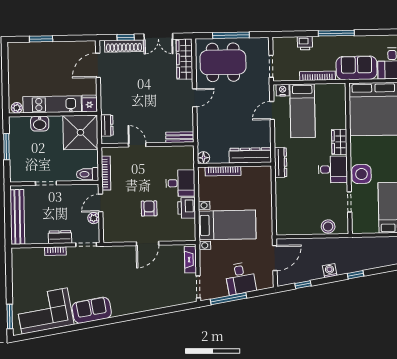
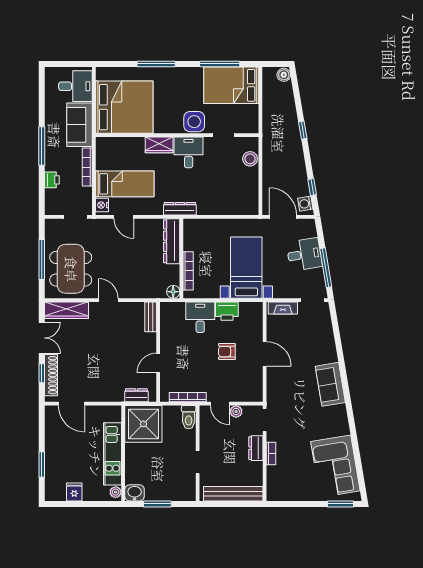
fridge: (89, 103) -> (74, 492), moved, turned 90
washbasin: (40, 124) -> (135, 493), moved, turned -90
washing machine: (330, 271) -> (305, 204), moved
sofa: (92, 310) -> (330, 384), moved

